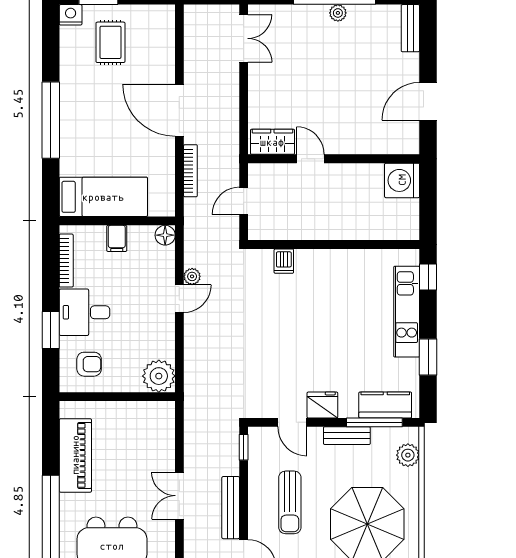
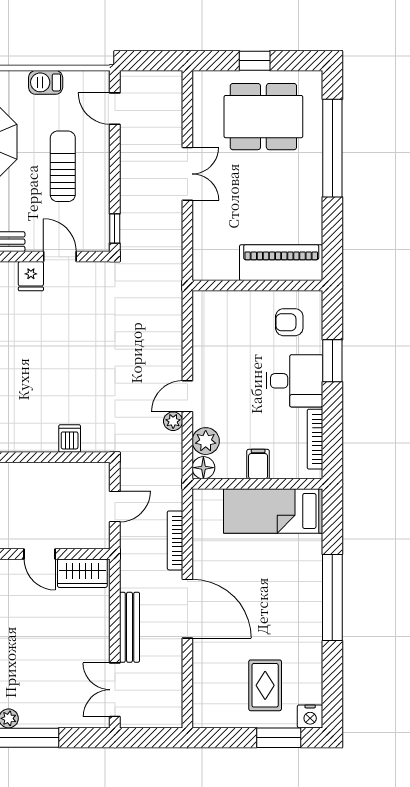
plant: (159, 376) -> (206, 441), moved, width x0.73, depth x0.73
fridge: (322, 405) -> (31, 276), width x0.72
piano: (75, 455) -> (281, 263), moved, turned 90
bench: (231, 508) -> (129, 627), moved

